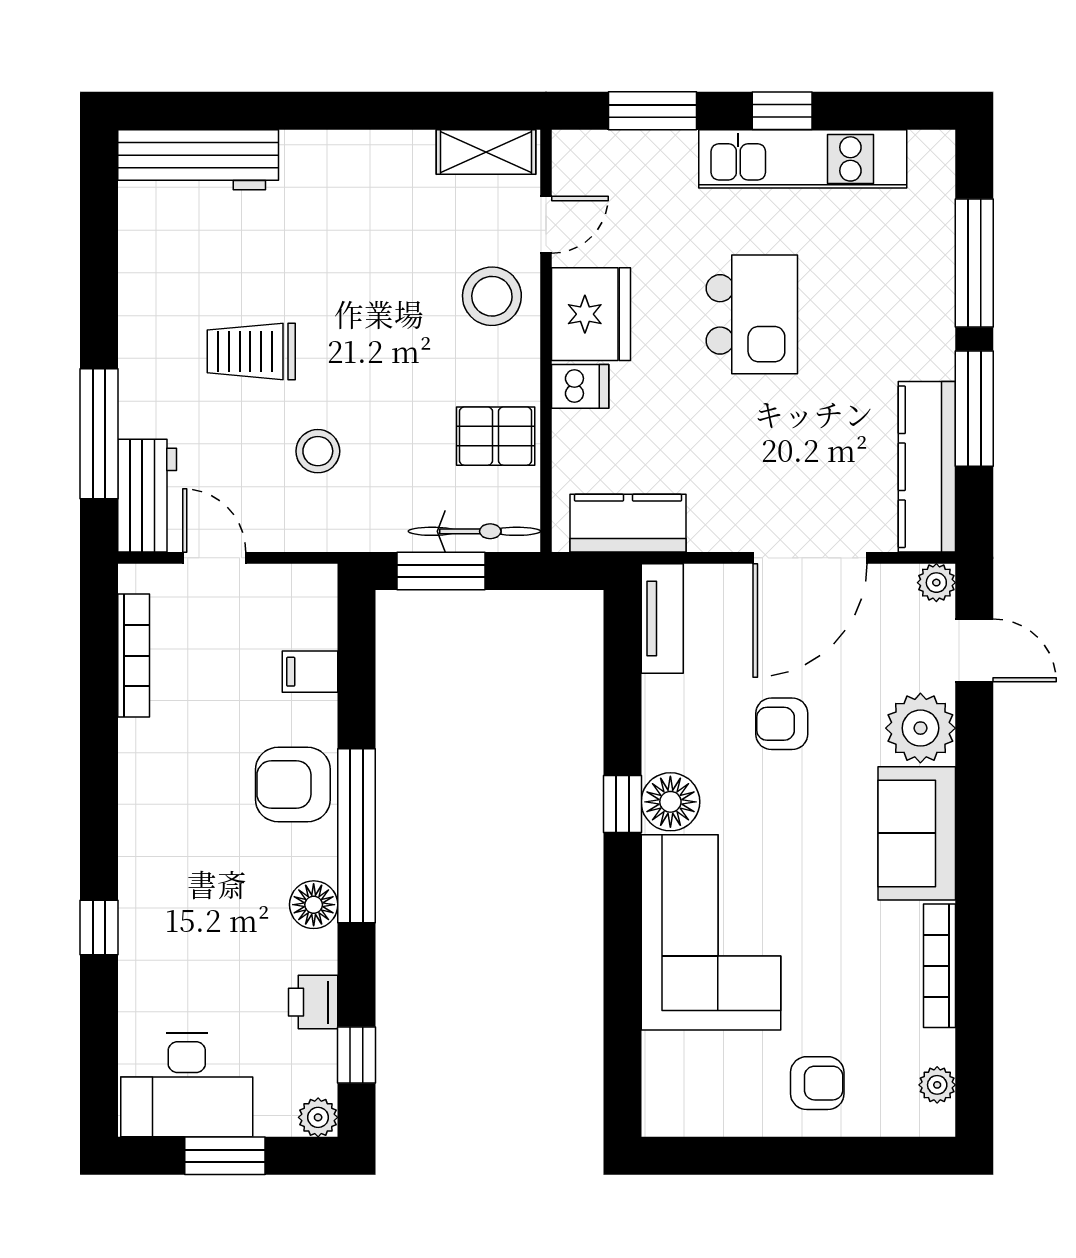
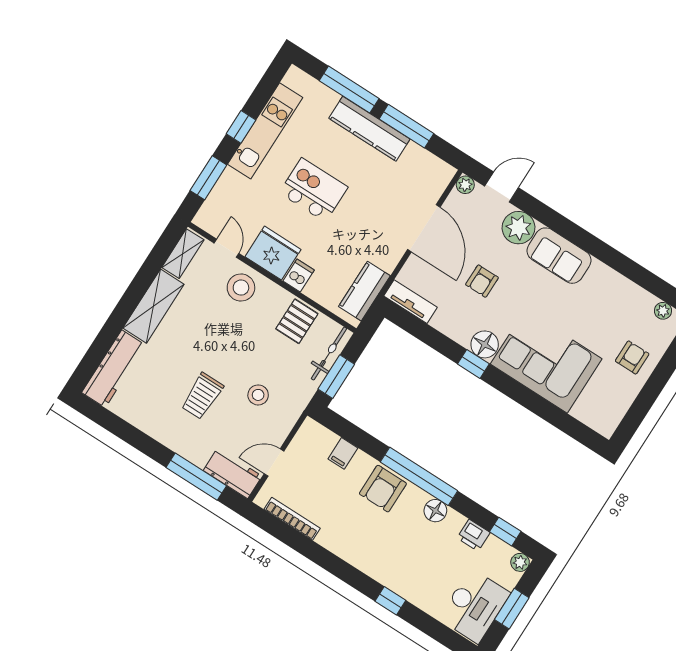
shelving: (357, 160) -> (153, 306), added
kitchen counter: (927, 467) -> (369, 129), moved
bookcase: (940, 966) -> (617, 280), removed

